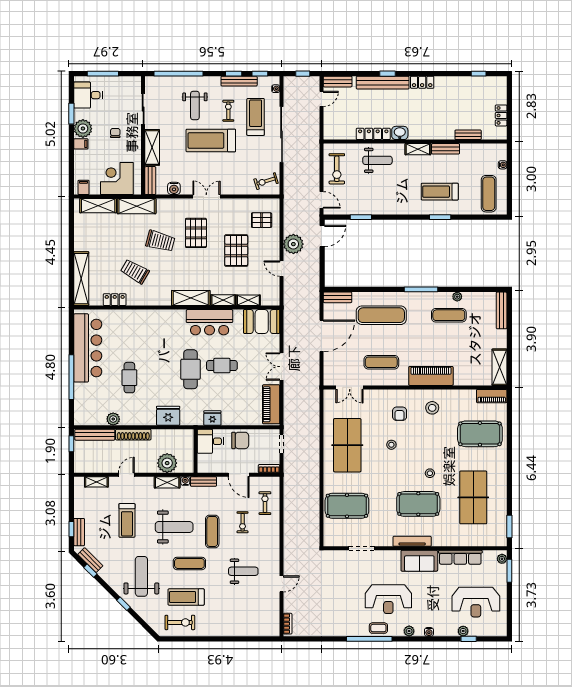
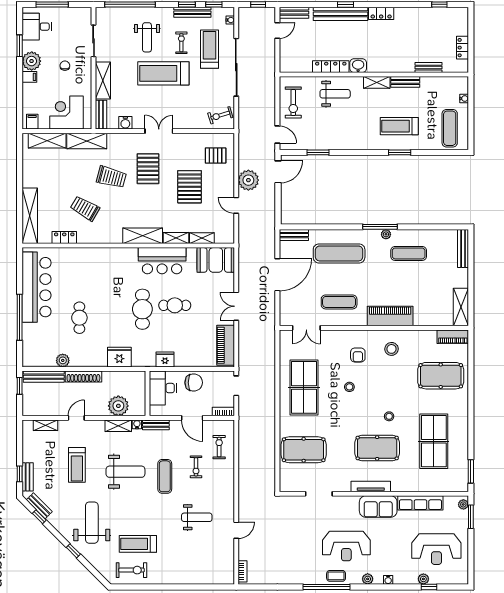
plant: (457, 297) -> (386, 234), moved
desk: (210, 441) -> (163, 388), width x1.37
exercise mat: (189, 563) -> (141, 509), removed

